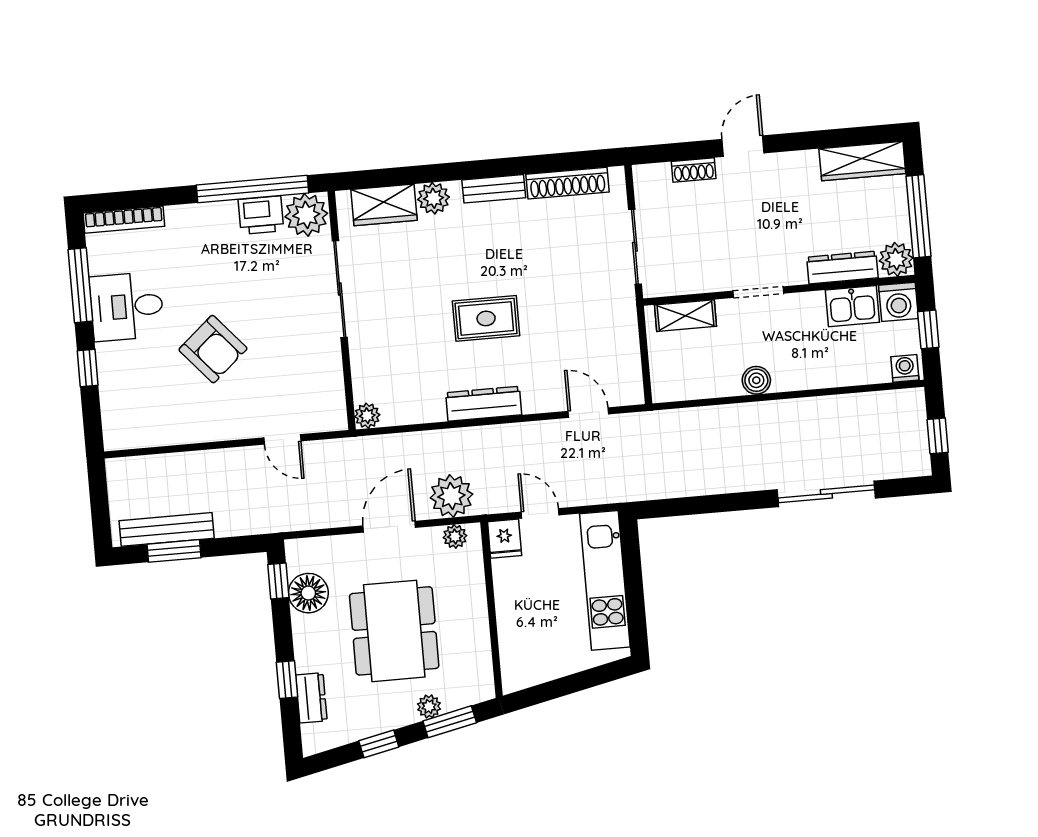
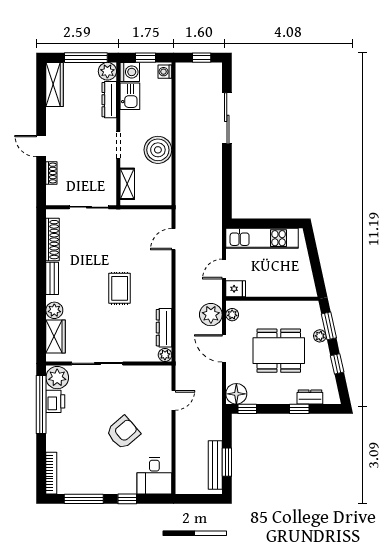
desk: (127, 306) -> (154, 476), moved
boiler: (756, 380) -> (158, 150), width x1.86, depth x1.86
dresser: (484, 404) -> (164, 328), moved
floor lamp: (308, 593) -> (236, 394), moved

